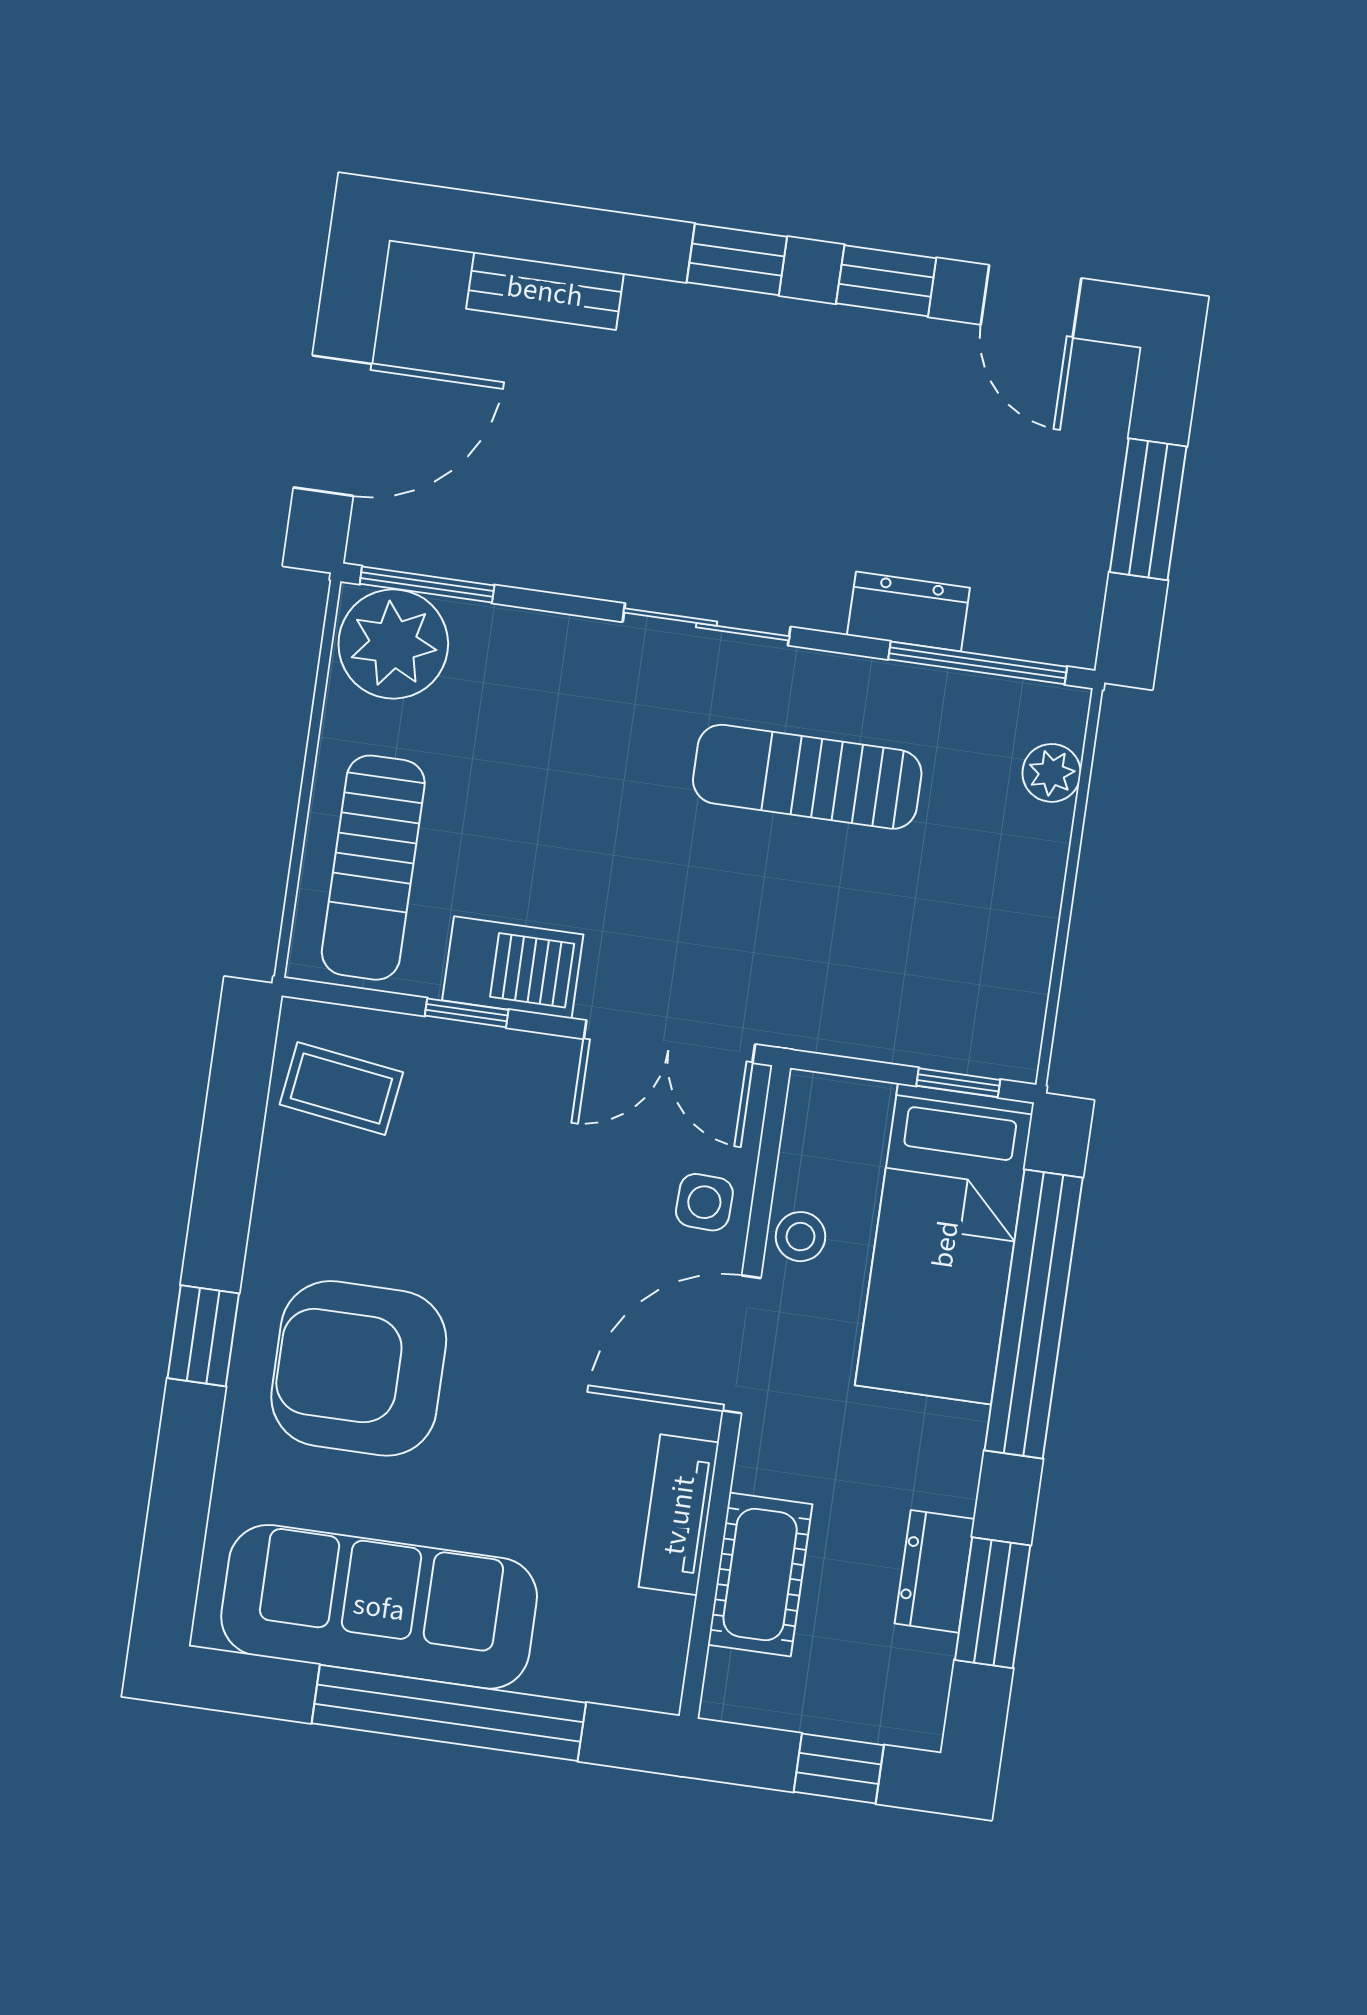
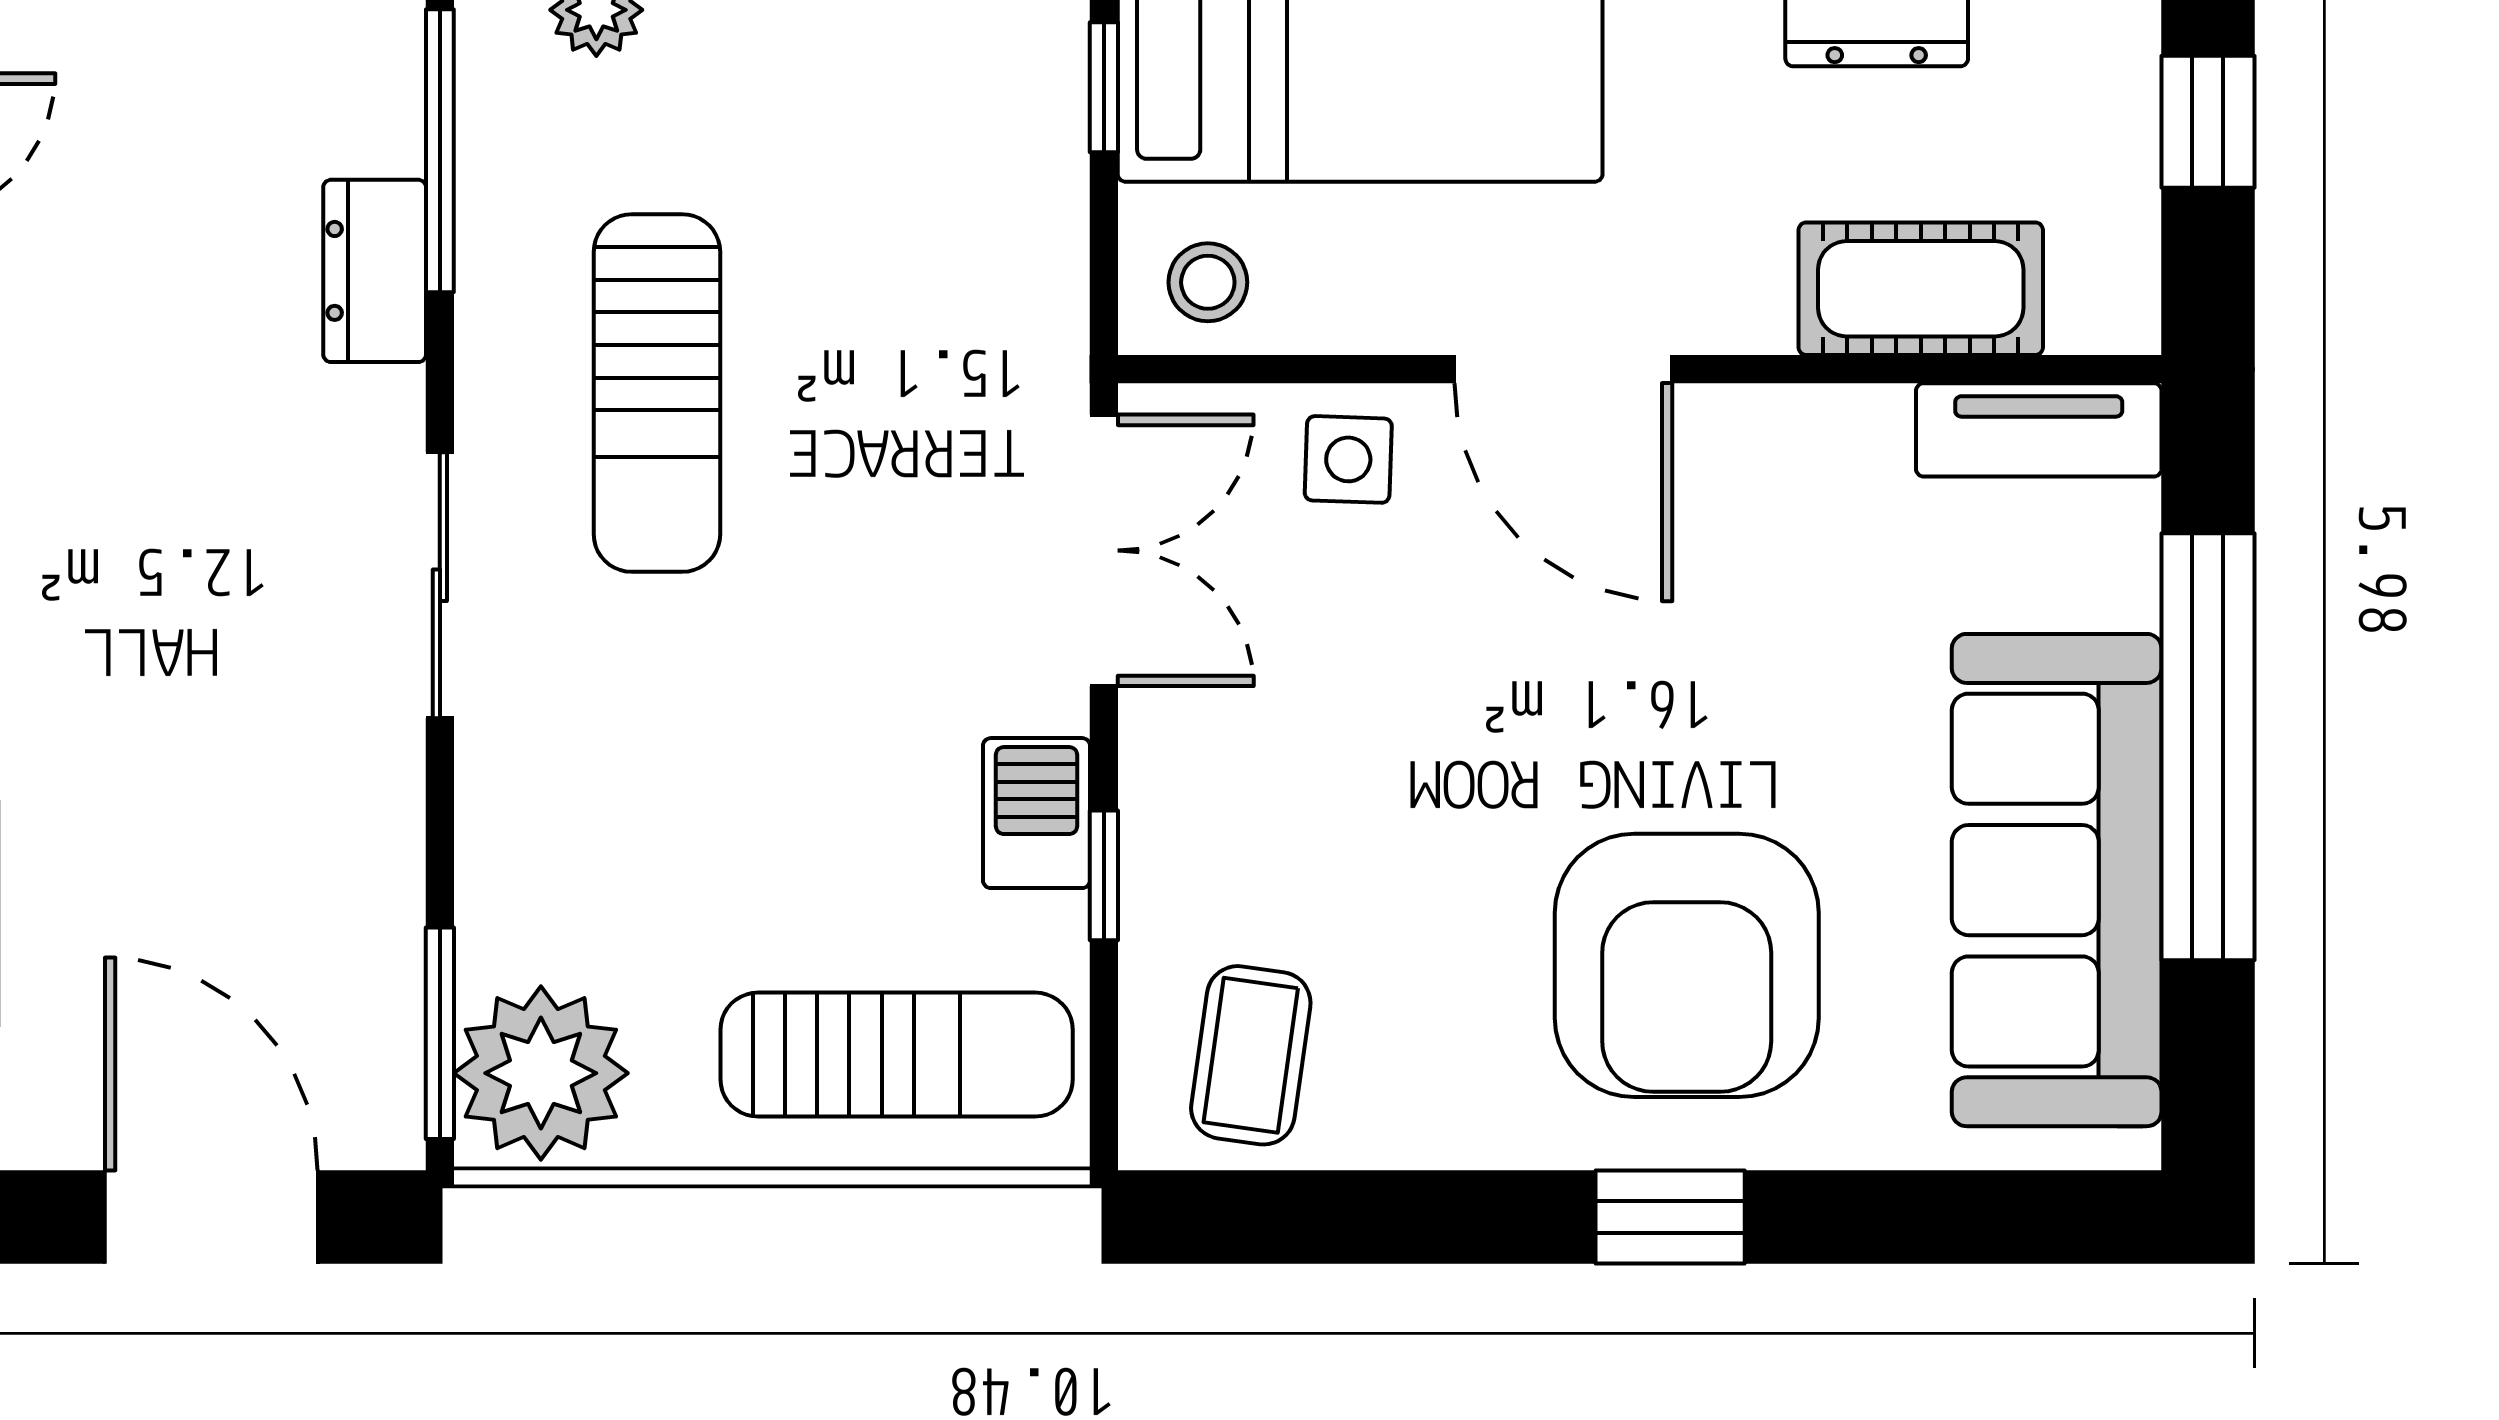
barbecue: (513, 967) -> (1036, 813), width x0.73, depth x0.79
stool: (800, 1237) -> (1208, 282), moved
tv unit: (679, 1515) -> (2039, 430), moved

